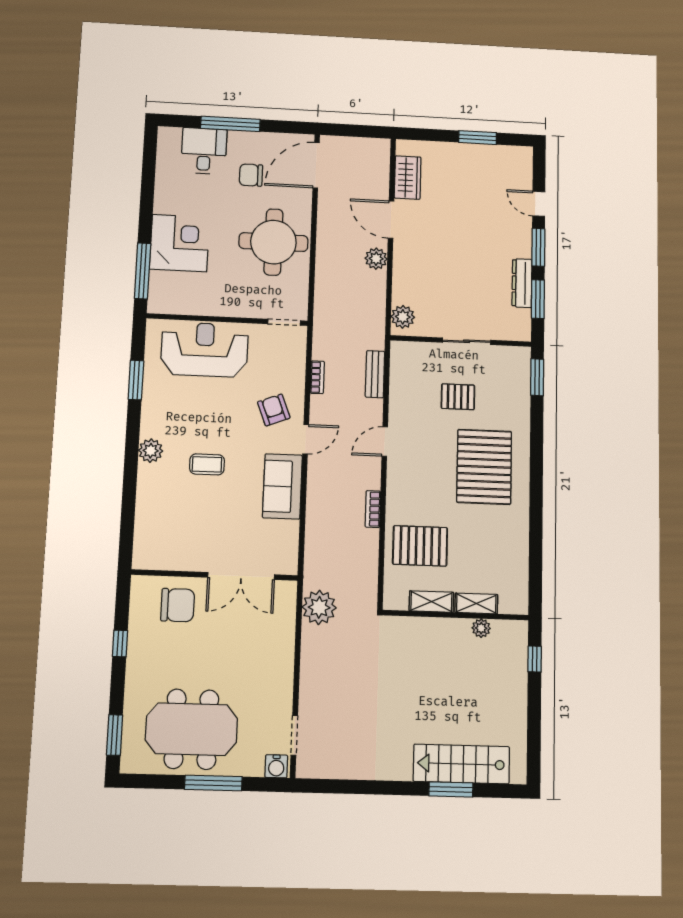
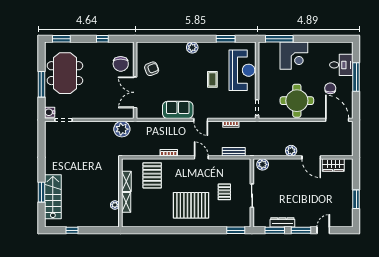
door: (391, 220) -> (311, 157), swing flipped
armchair: (274, 410) -> (152, 69), moved
coffee table: (207, 464) -> (212, 79), moved
window: (535, 659) -> (72, 230), moved

